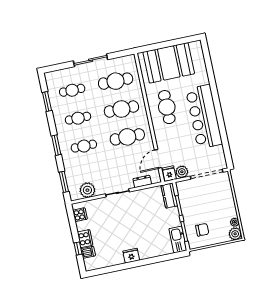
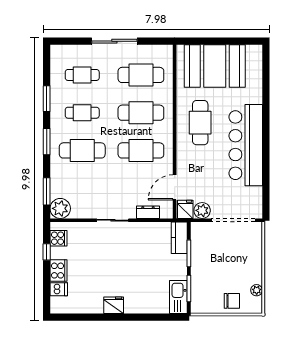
window: (47, 101) -> (47, 99), moved
cafe table: (84, 146) -> (82, 150), width x1.37, depth x1.35
plant: (87, 190) -> (60, 208), moved
chair: (202, 230) -> (232, 301), moved
plant: (235, 234) -> (254, 305), removed
window: (78, 249) -> (47, 252), moved

